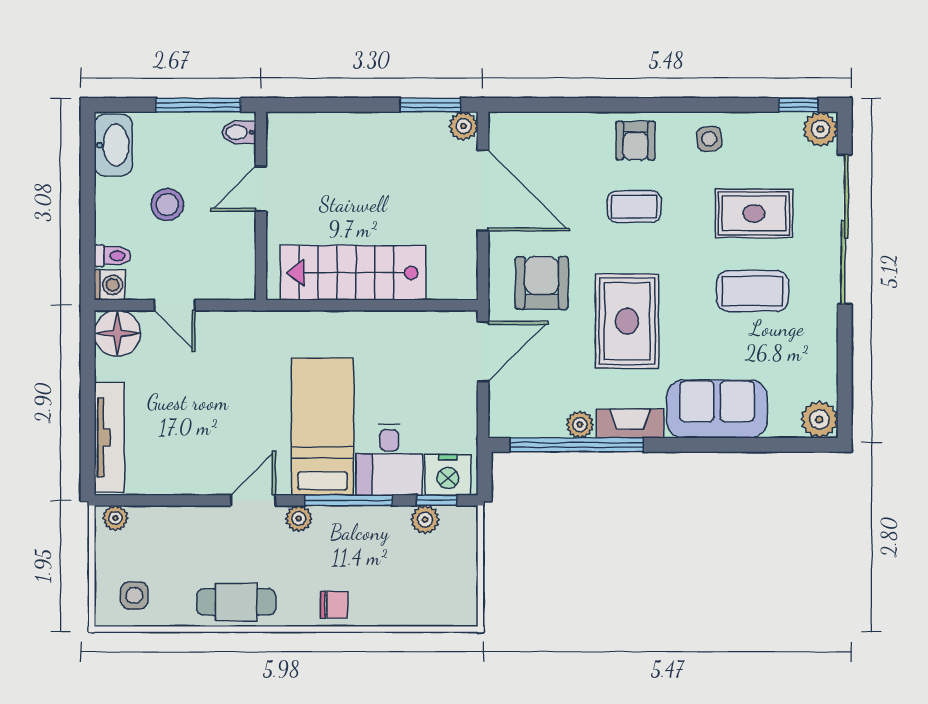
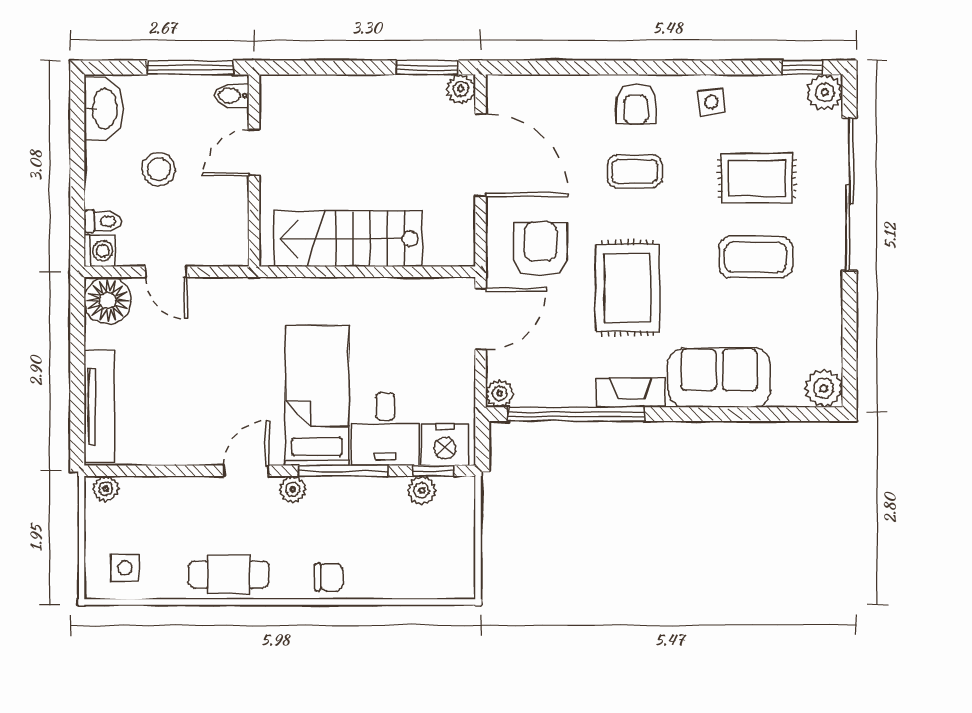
plant: (580, 425) -> (500, 393), moved

